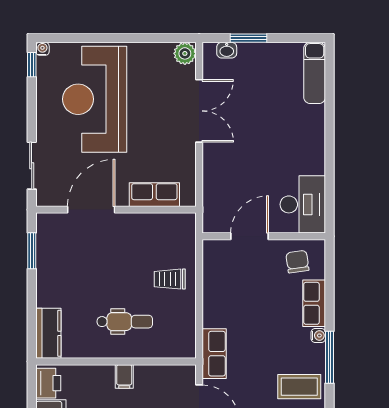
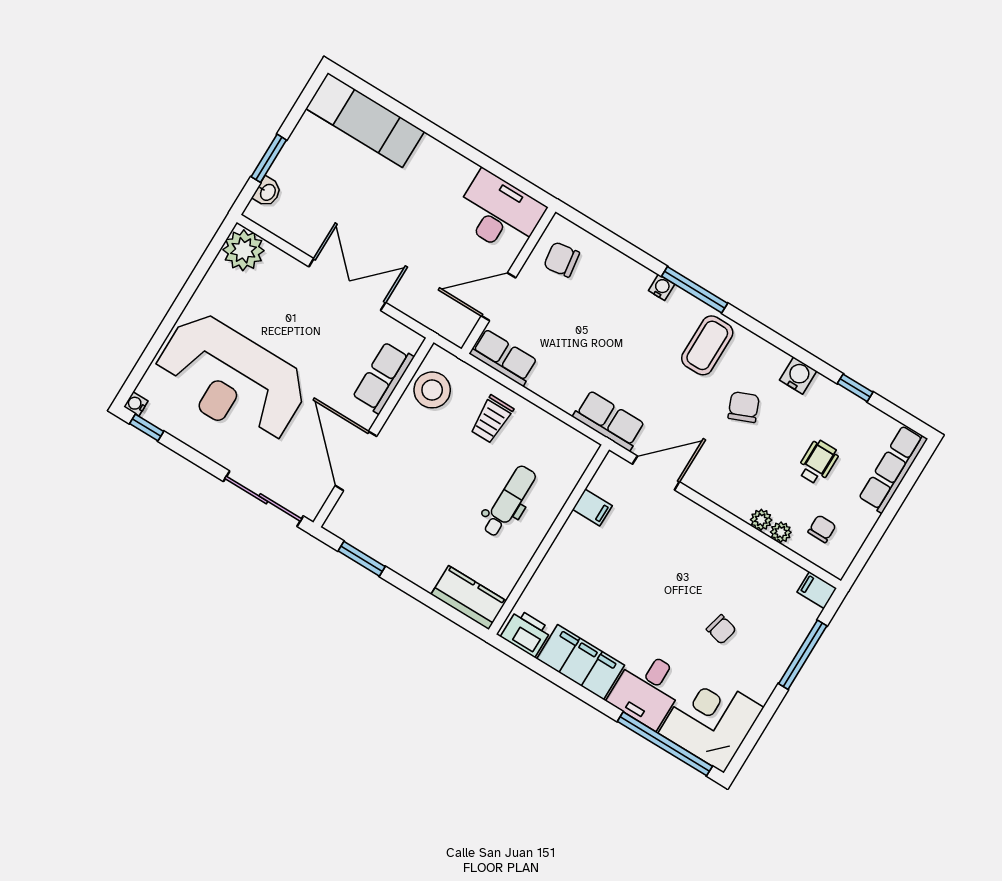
plant: (185, 53) -> (243, 250), width x1.36, depth x1.36
exam couch: (315, 73) -> (365, 120), width x1.36, depth x1.45
double door: (199, 111) -> (347, 285), moved
sliding door: (32, 166) -> (263, 499), width x1.37
stool: (165, 230) -> (432, 390), added
door: (250, 236) -> (499, 297), hinge flipped
row of seats: (314, 303) -> (504, 357), moved, turned 180
filing cabinet: (124, 377) -> (592, 507), moved

